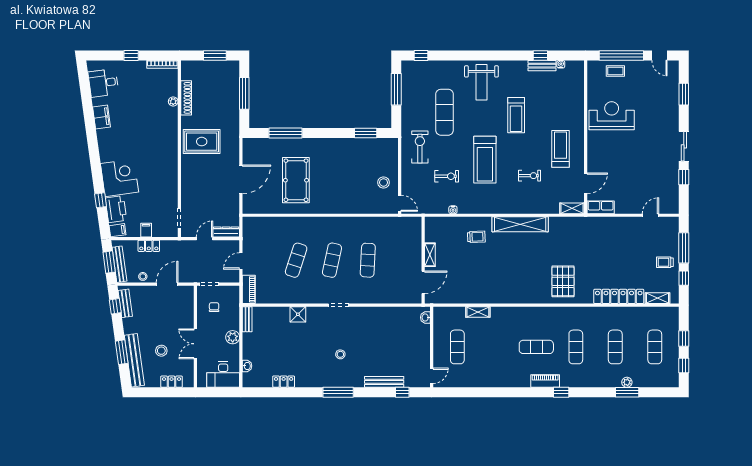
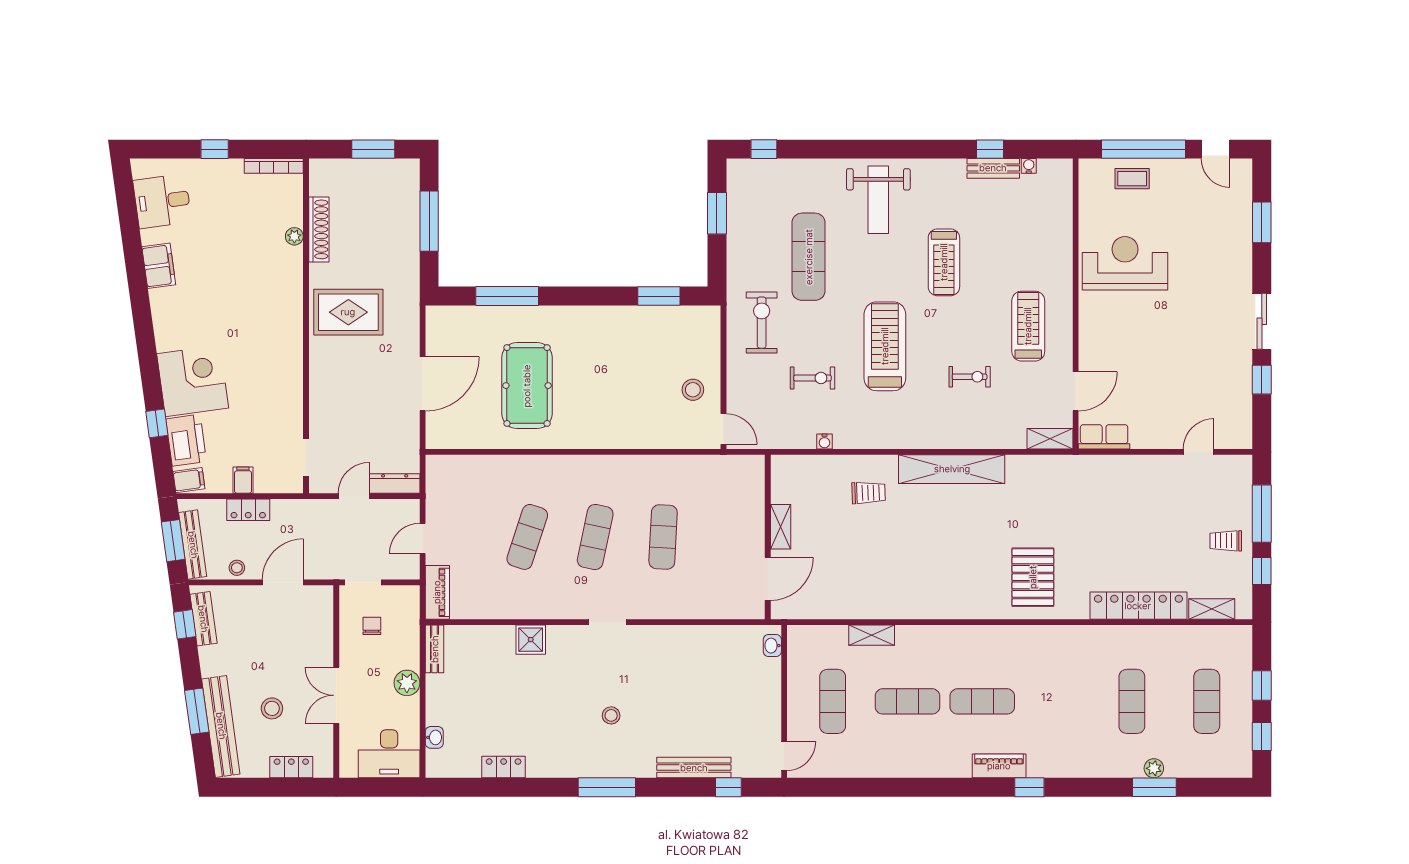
window: (396, 89) -> (717, 213), width x0.69
treadmill: (485, 160) -> (885, 346), turned 180
exercise mat: (576, 347) -> (907, 701), moved, turned 90

